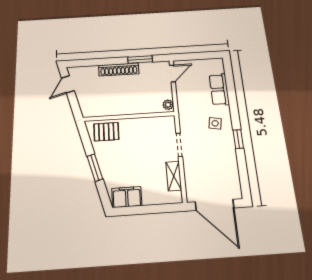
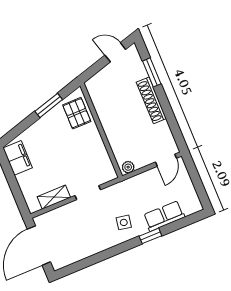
window: (140, 59) -> (152, 72), moved
door: (172, 74) -> (166, 160), hinge flipped
window: (238, 139) -> (150, 236), moved
window: (95, 167) -> (49, 105), moved

